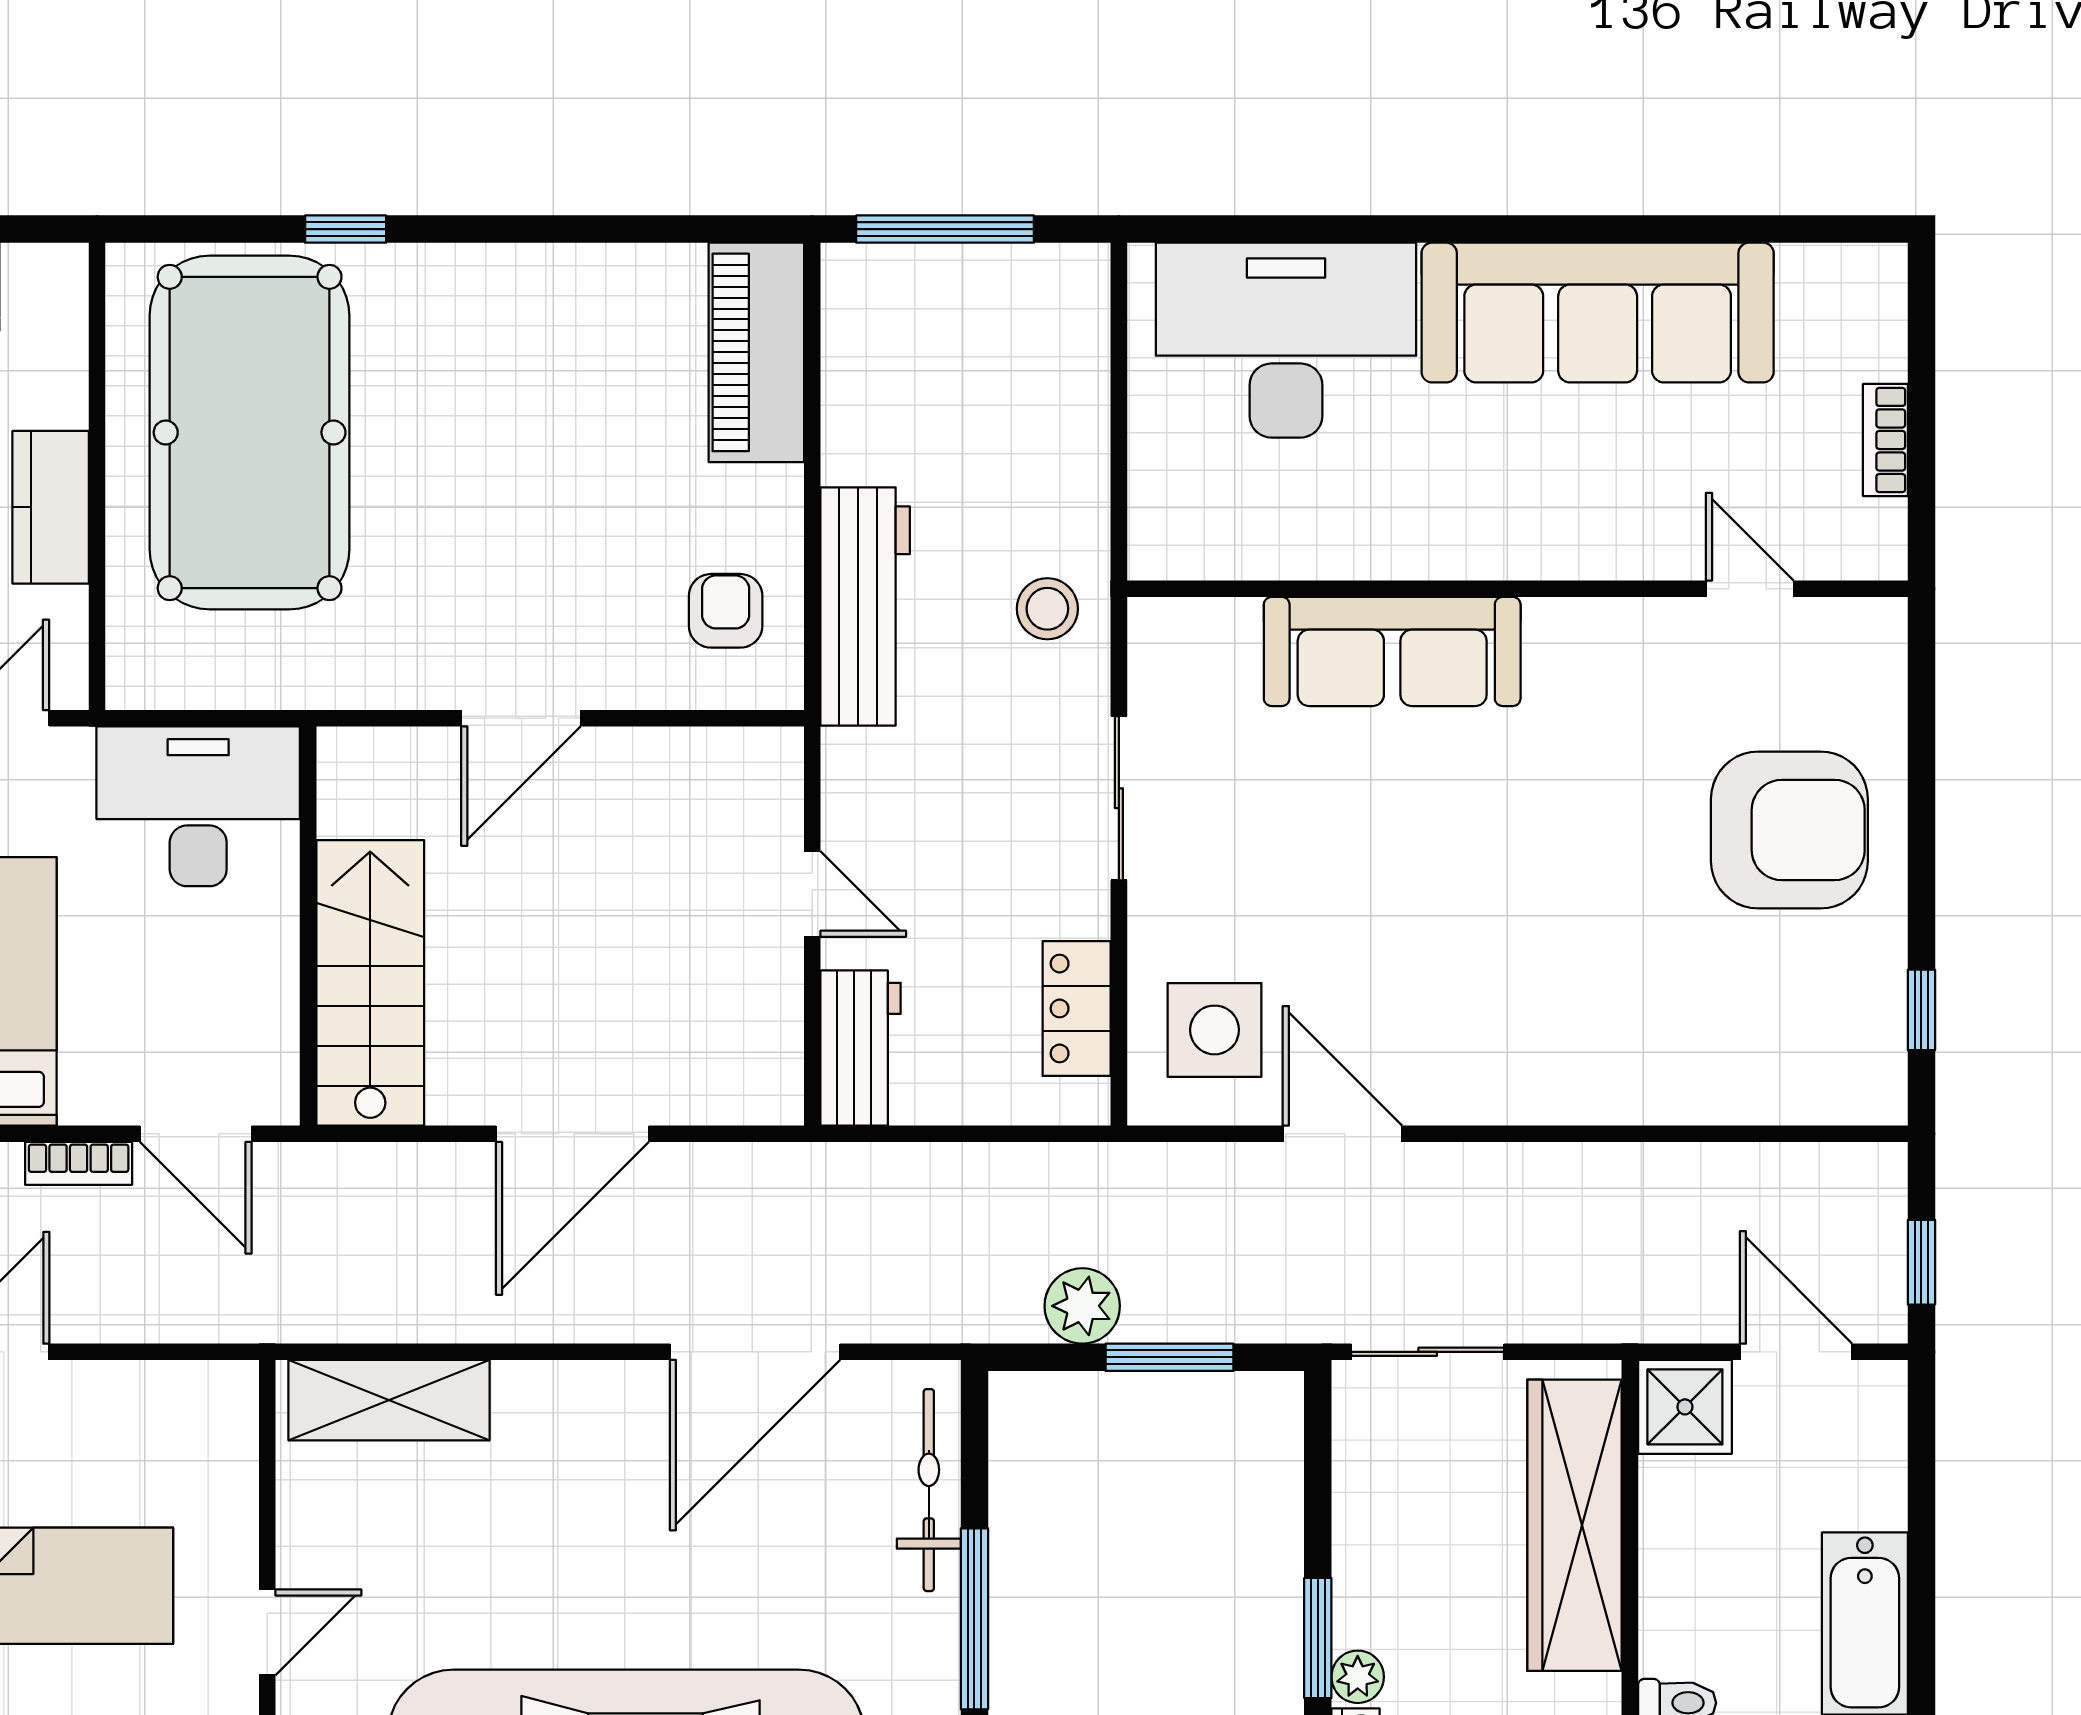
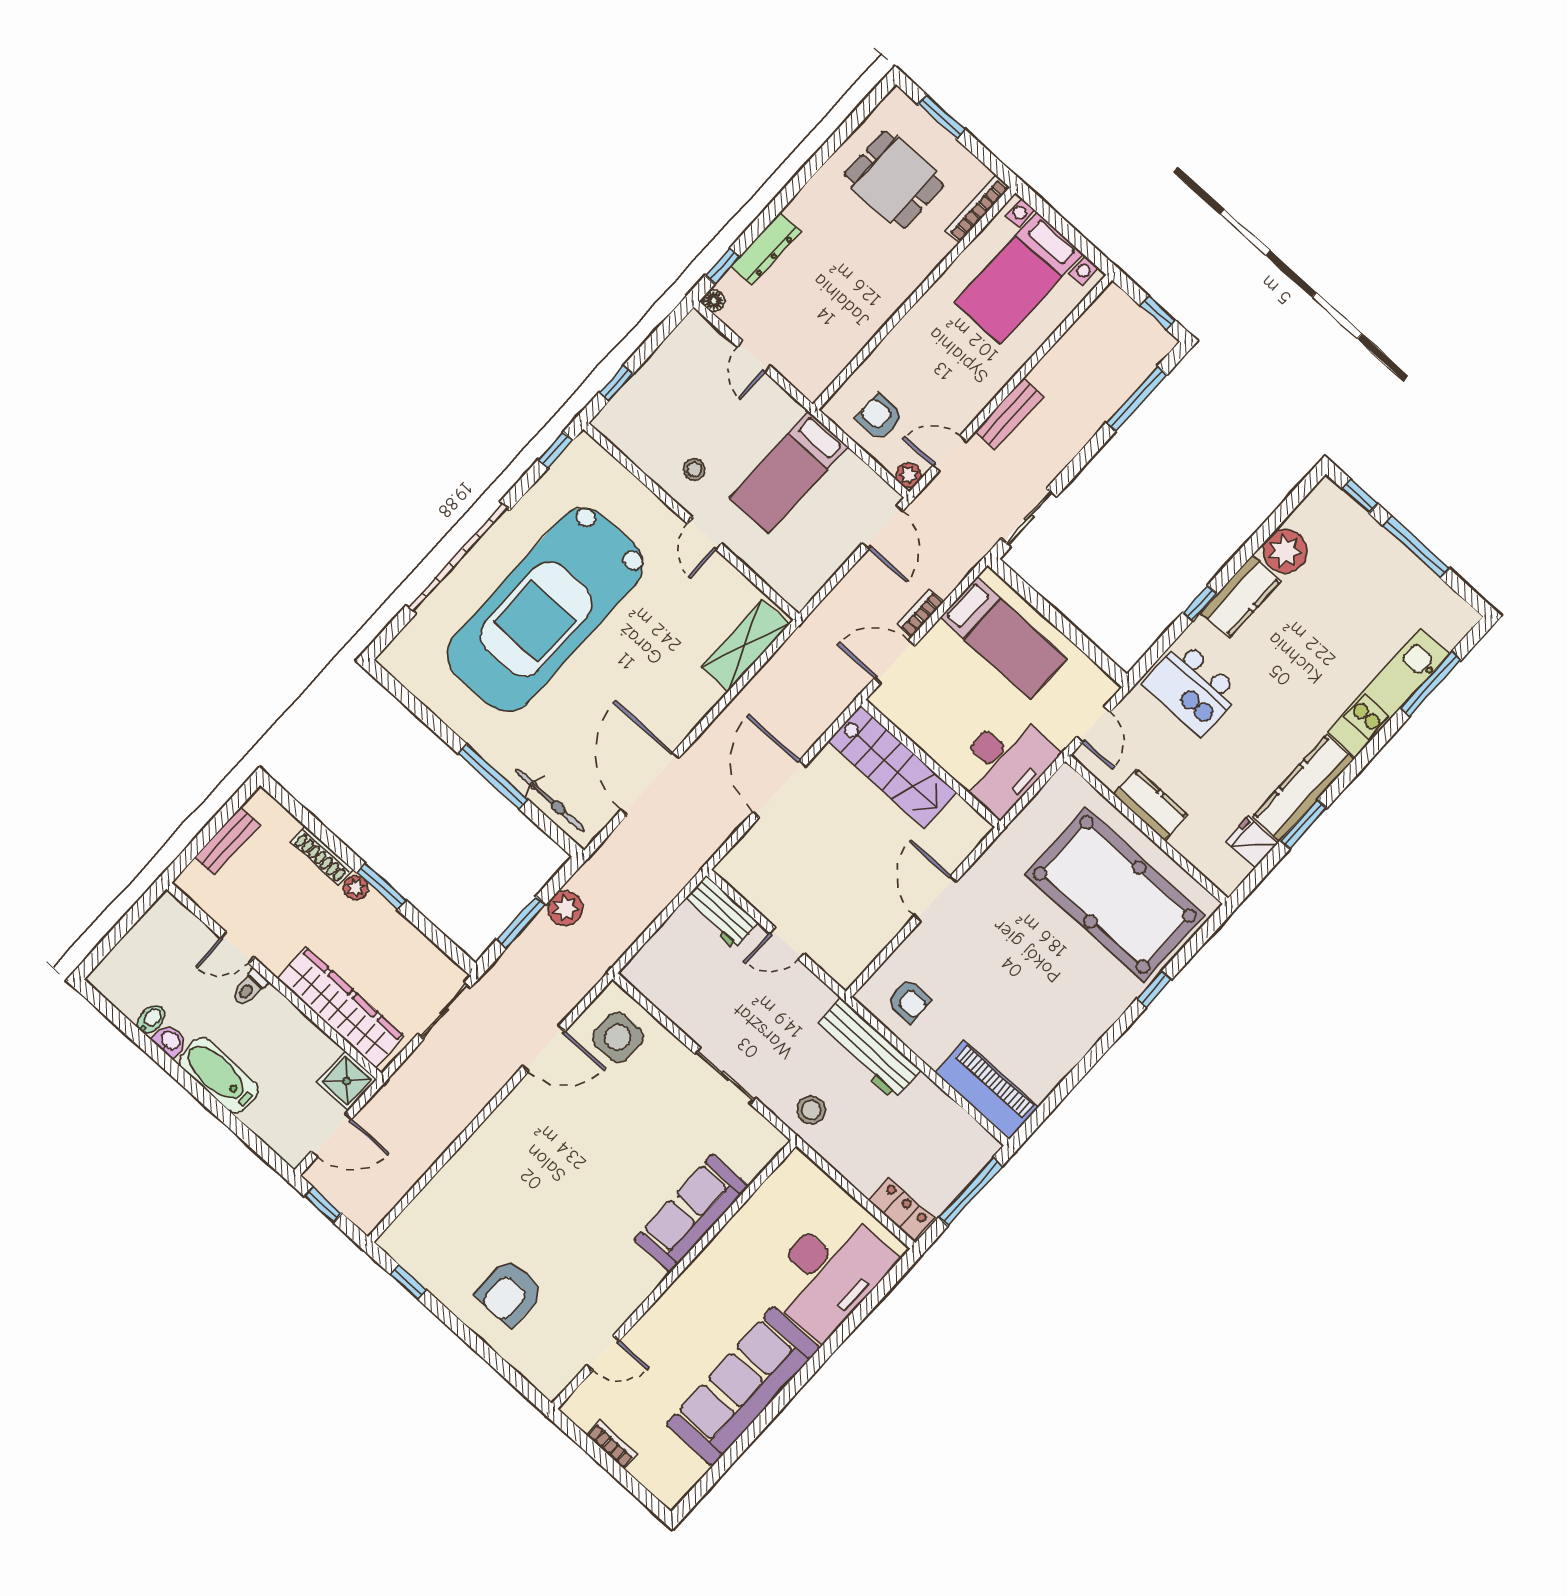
armchair: (1789, 830) -> (509, 1293), width x0.73, depth x0.73
locker: (1077, 1008) -> (901, 1210), moved

